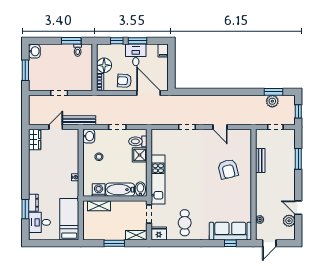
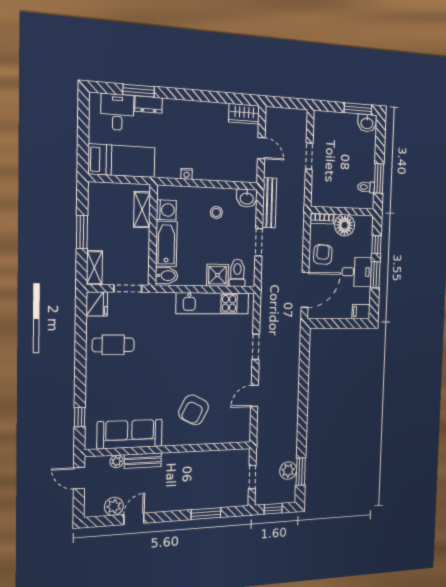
window: (25, 70) -> (358, 109), moved
bench: (79, 120) -> (269, 203), moved
bench: (260, 160) -> (143, 461), moved
armchair: (228, 169) -> (194, 410), turned -49
kitchen unit: (158, 179) -> (213, 303), moved
sofa: (230, 231) -> (130, 434), moved, turned -90

